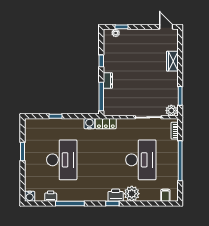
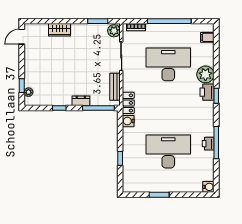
bench: (121, 112) -> (115, 87), added
printer: (51, 196) -> (208, 144), moved

